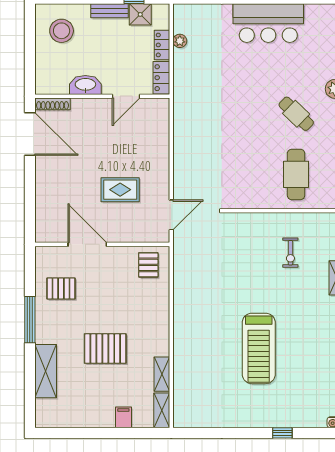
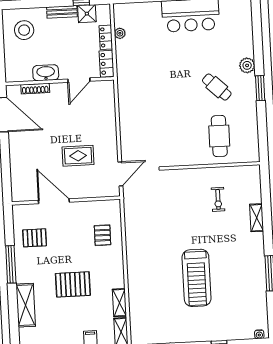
shoe rack: (53, 104) -> (35, 89), moved
pallet: (148, 265) -> (103, 235), moved

